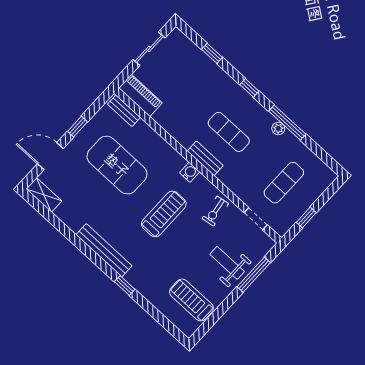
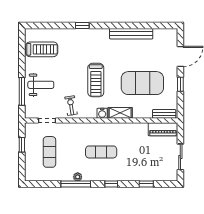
bench: (205, 158) -> (101, 128), removed
shelving: (44, 195) -> (120, 113), moved
bench: (104, 250) -> (131, 34), moved

